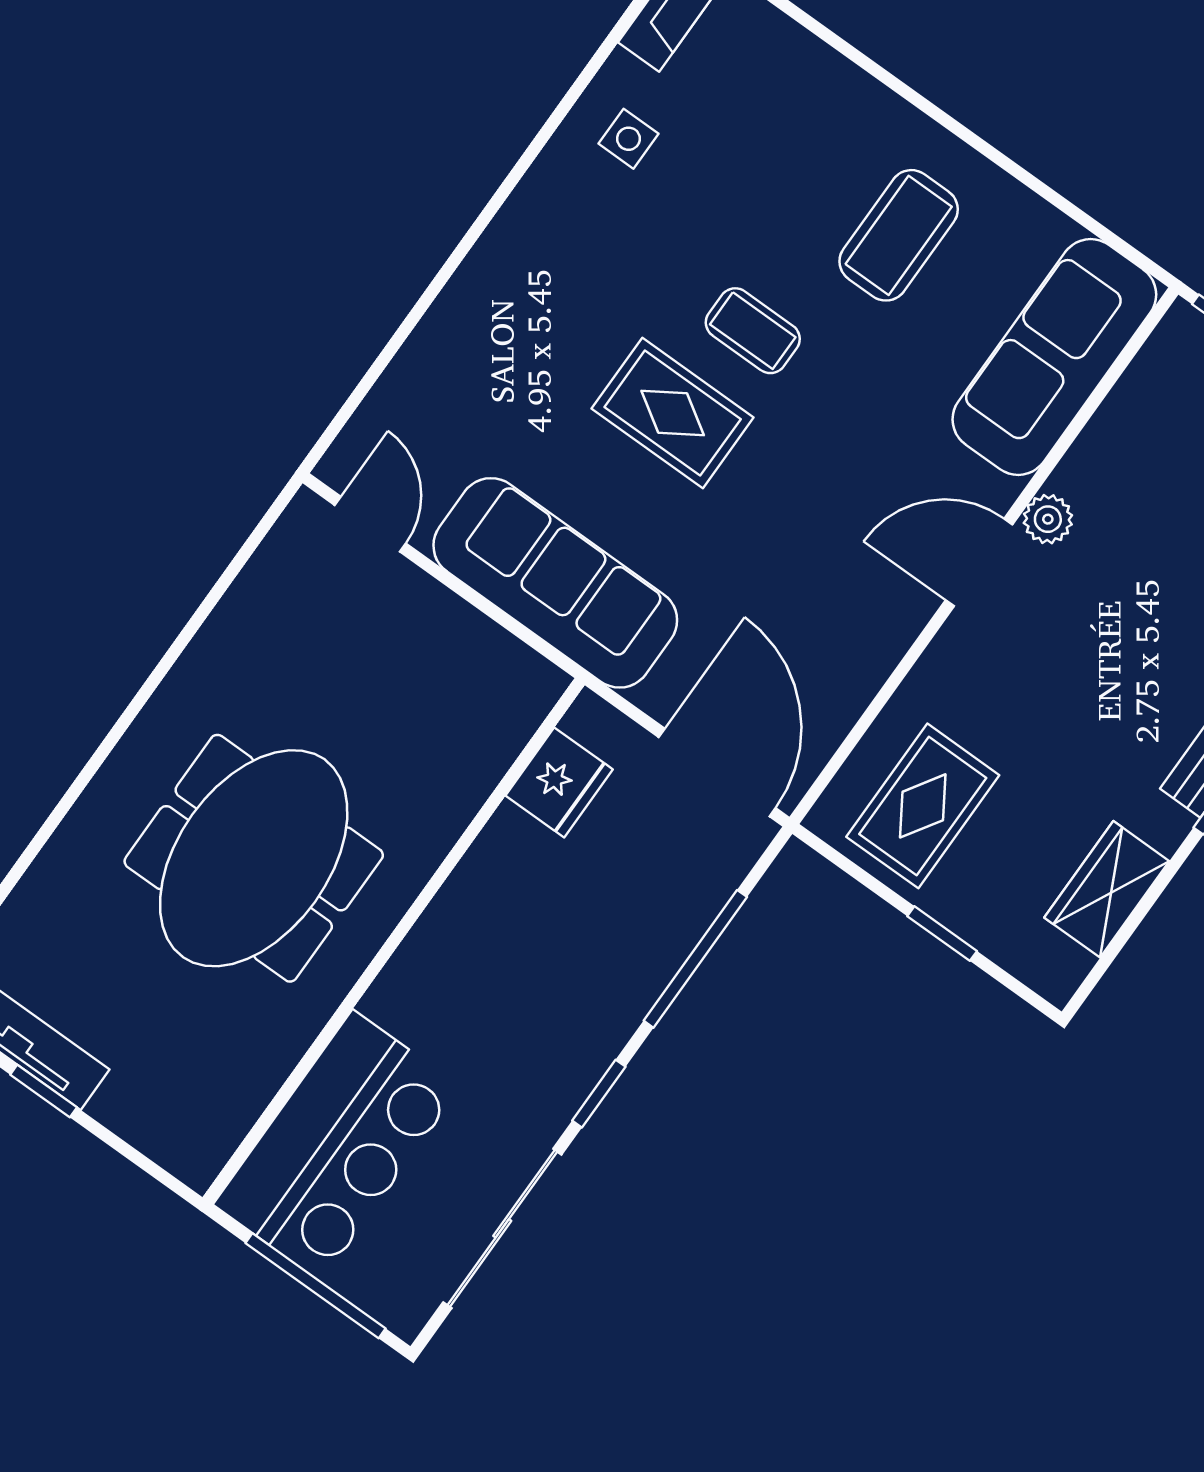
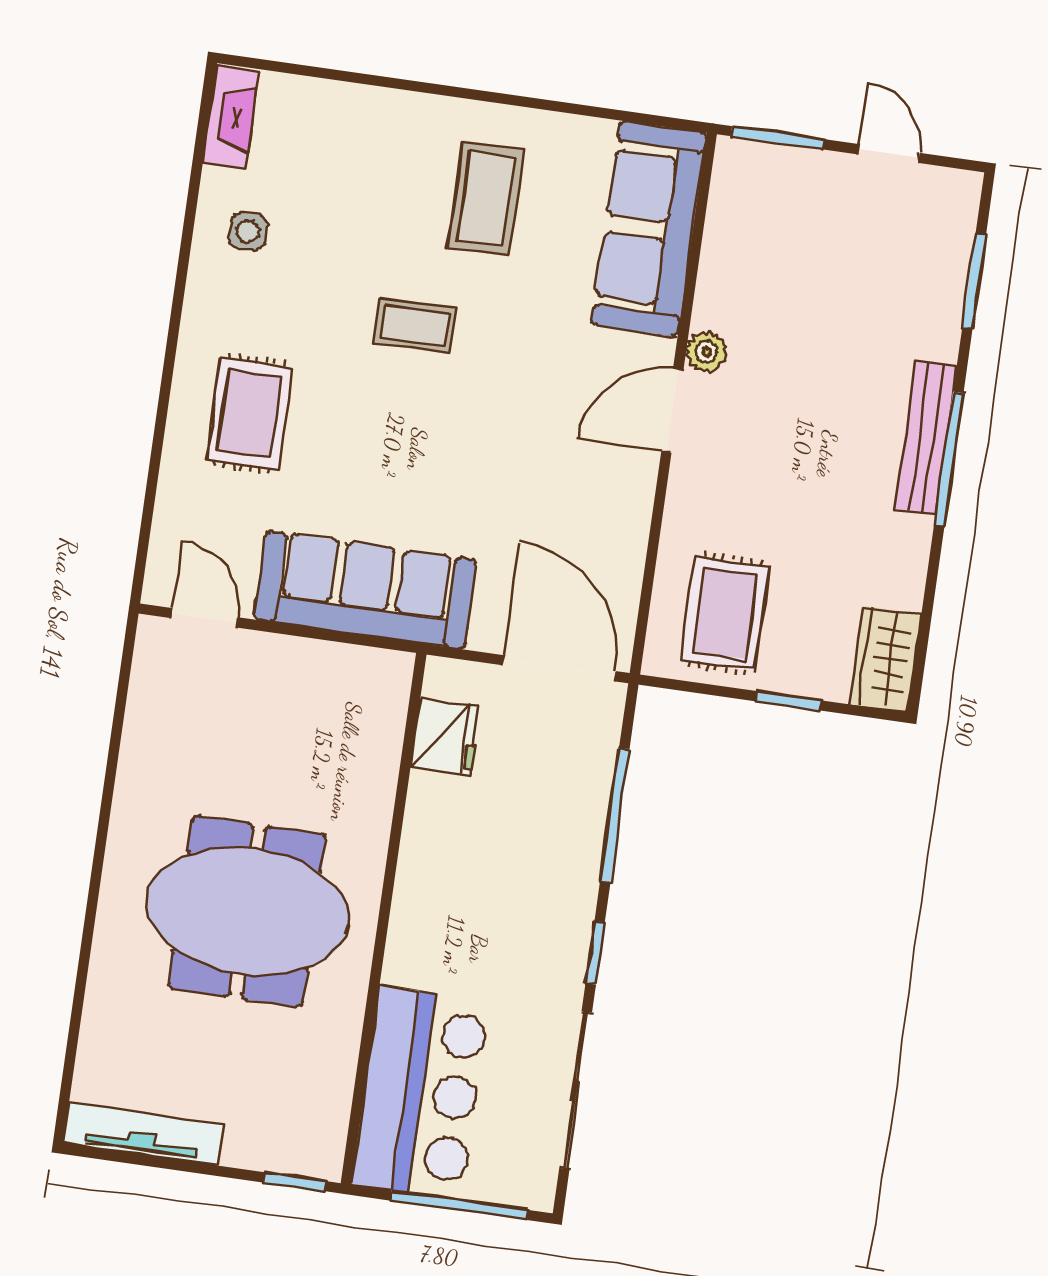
rug: (673, 413) -> (250, 413), moved, turned 90
meeting table: (254, 858) -> (247, 911), turned 90
wardrobe: (1107, 889) -> (886, 659), moved
window: (44, 1091) -> (295, 1182), moved

